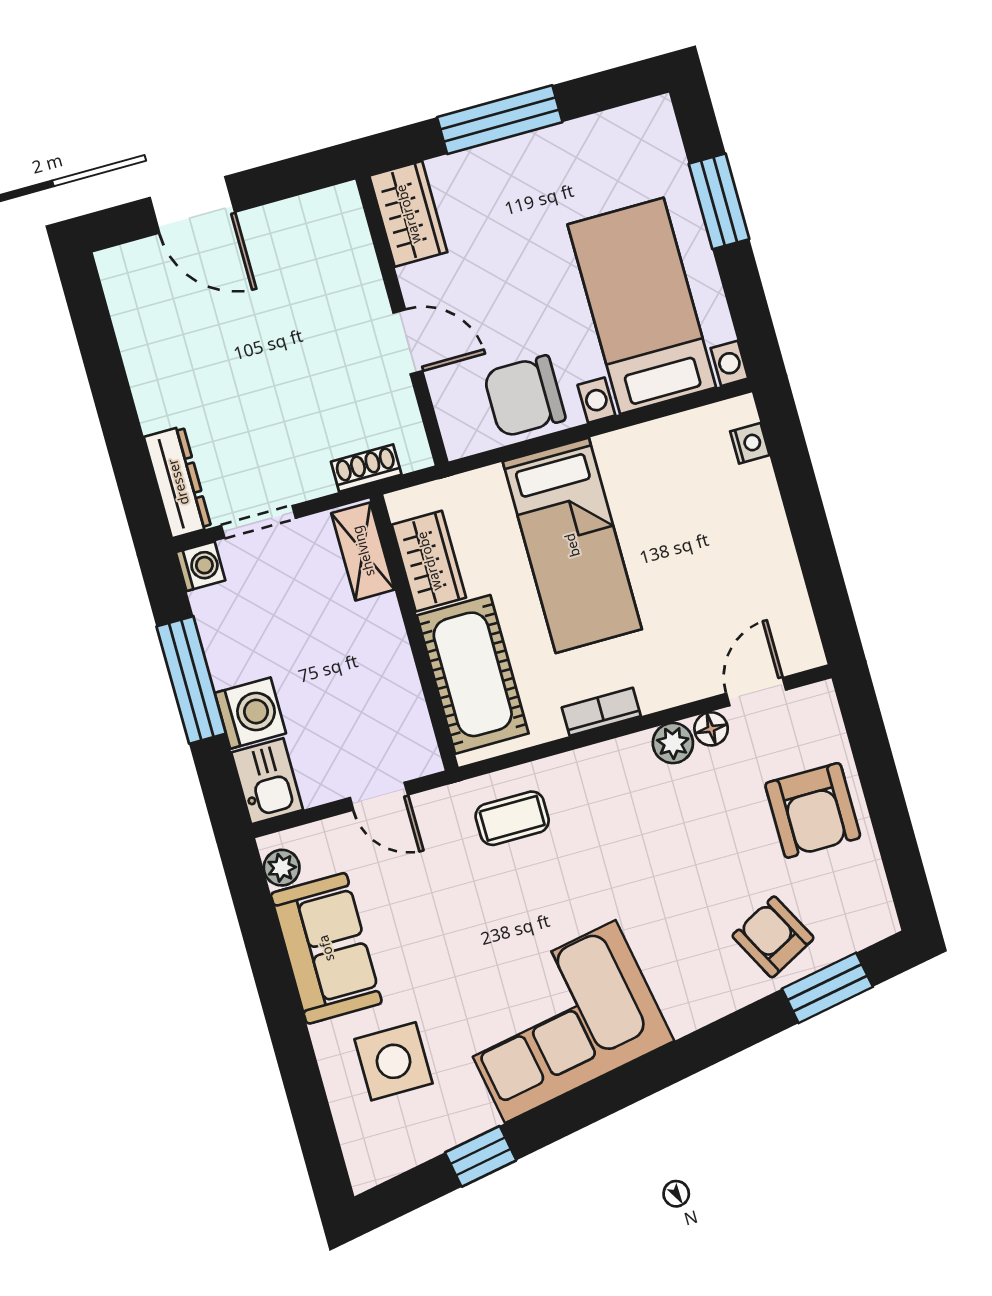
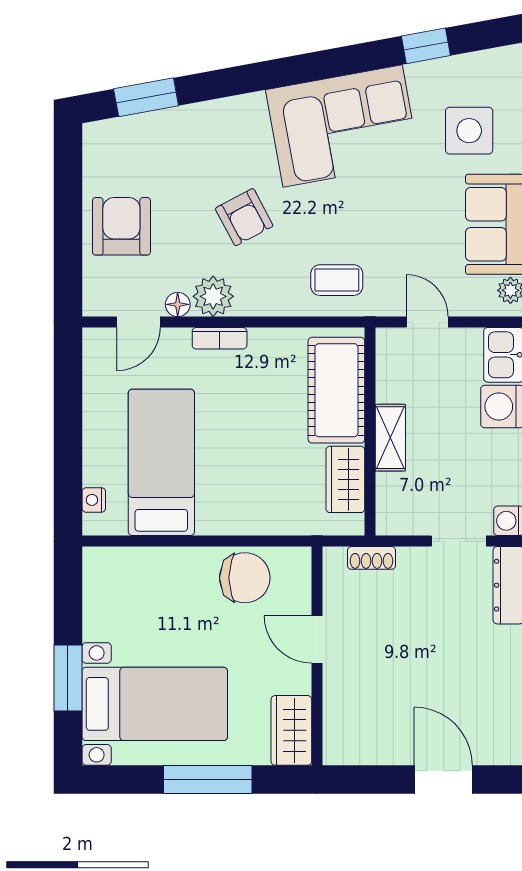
bed with nightstands: (642, 306) -> (155, 704), moved, turned -90
bed: (572, 545) -> (161, 462), moved
shelving: (363, 551) -> (390, 438), moved
bookcase: (601, 712) -> (220, 338), moved
plant: (673, 743) -> (213, 296), width x1.38, depth x1.38
armchair: (773, 937) -> (244, 217), moved

